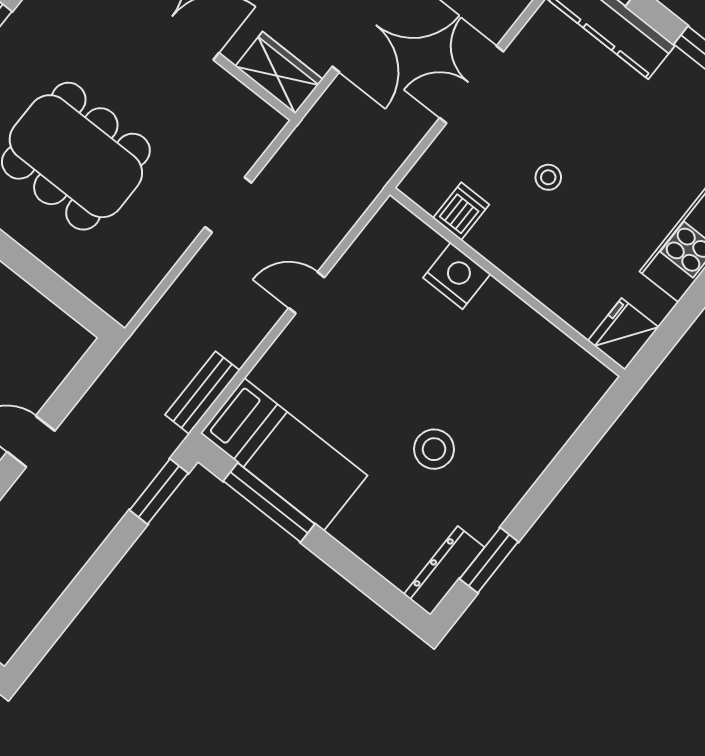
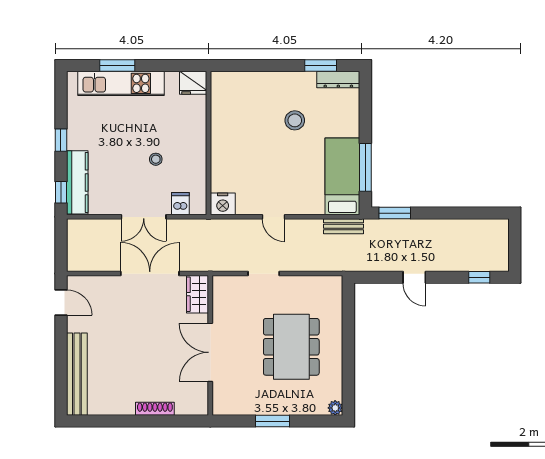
dishwasher: (461, 211) -> (180, 204), moved, turned 90
nightstand: (457, 276) -> (223, 204), moved, turned -90

